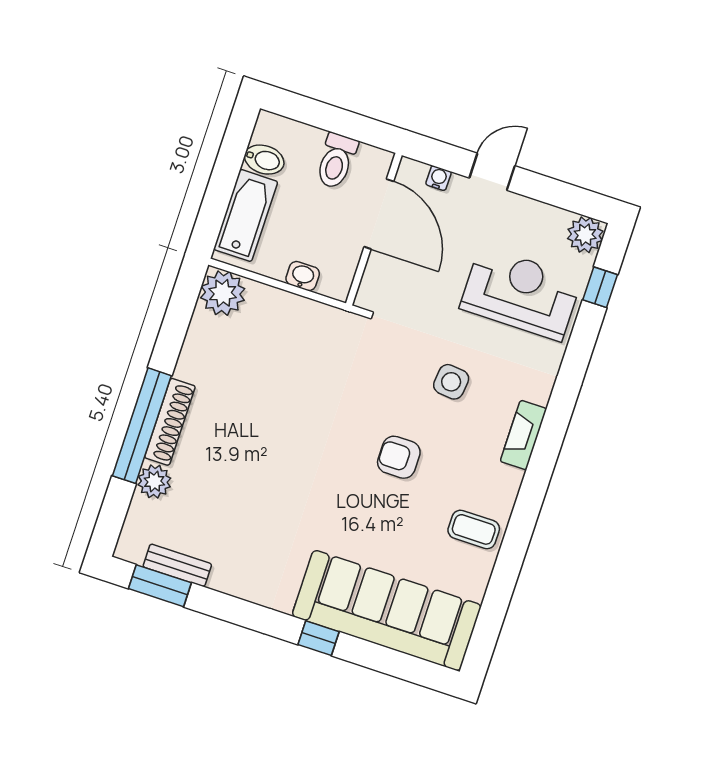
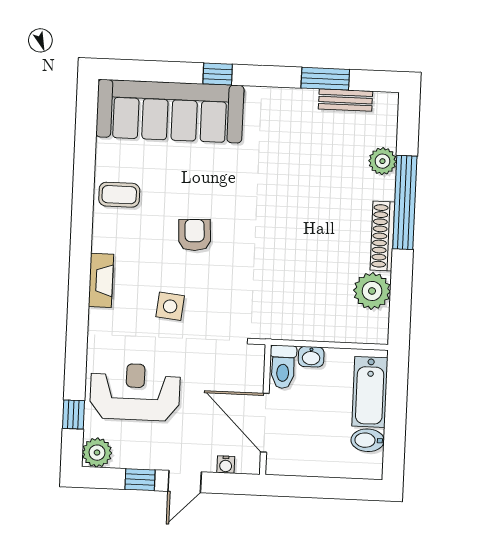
toilet: (336, 161) -> (283, 367), moved, turned 180
window: (544, 189) -> (140, 480), added
plant: (223, 293) -> (372, 291), moved
reception desk: (521, 293) -> (135, 392), turned 180
shoe rack: (170, 422) -> (382, 236), moved
armchair: (399, 457) -> (195, 235), turned -93
window: (160, 586) -> (325, 79), moved

